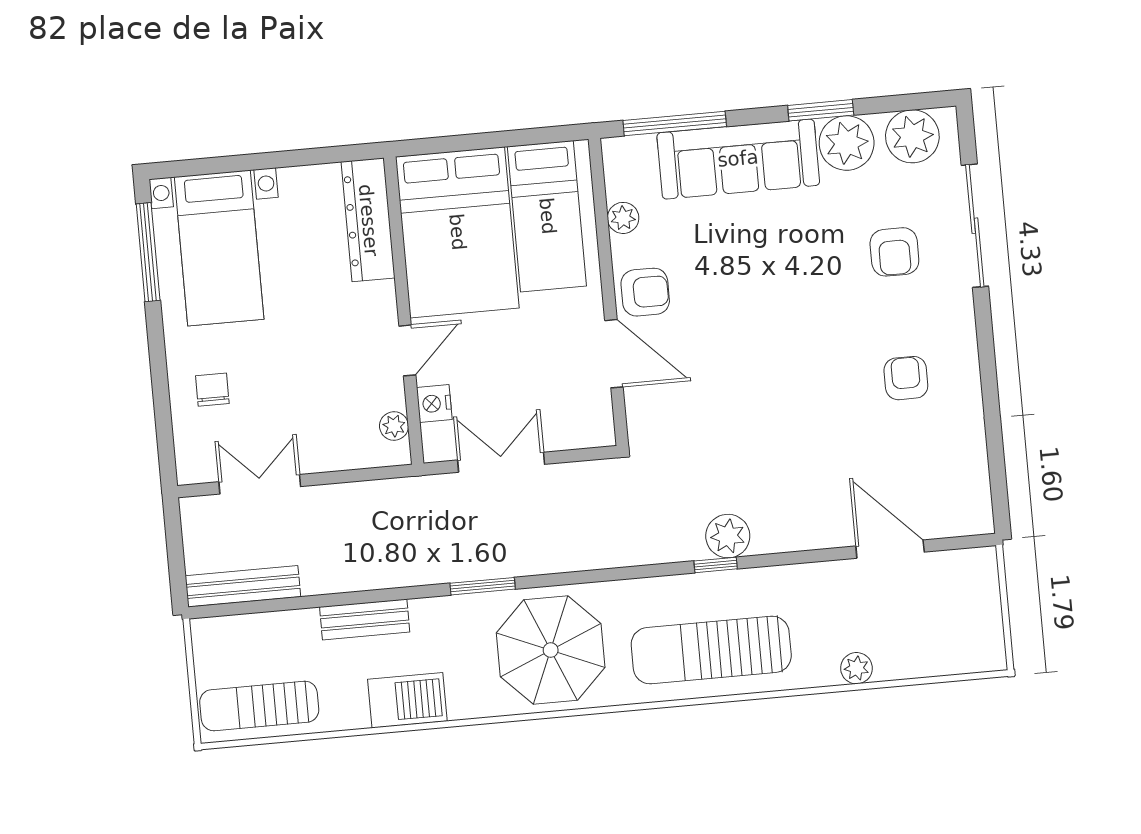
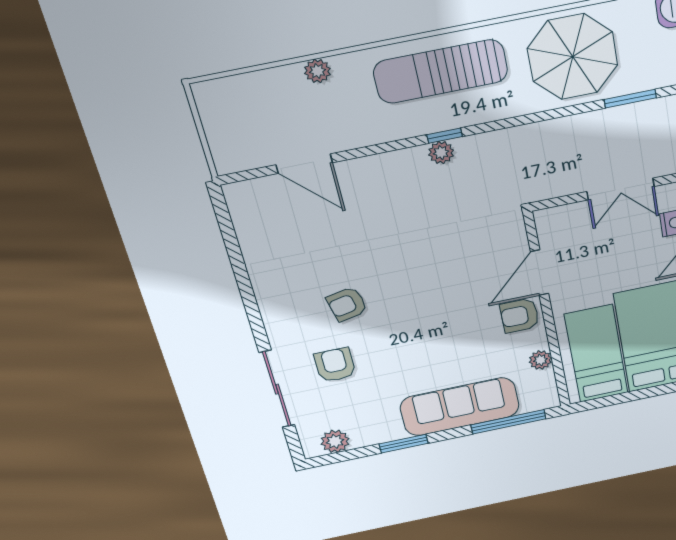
plant: (912, 136) -> (335, 441), width x0.73, depth x0.73
plant: (847, 143) -> (382, 427), removed
door: (614, 354) -> (539, 273), hinge flipped
armchair: (906, 378) -> (347, 304), moved, turned 78
plant: (728, 536) -> (441, 153), width x0.73, depth x0.73
sun lounger: (711, 650) -> (441, 72), turned 180

